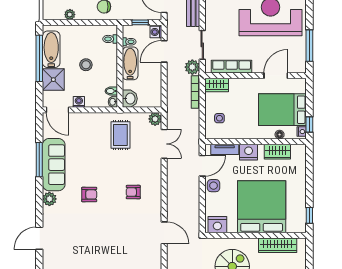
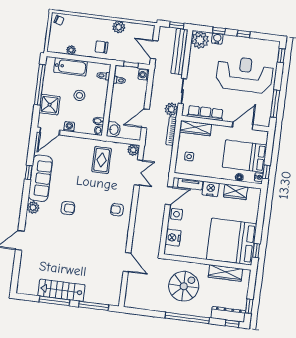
bathtub: (51, 49) -> (70, 67), moved, turned 90
door: (164, 51) -> (145, 118), moved
bathtub: (130, 63) -> (118, 99), removed
wardrobe: (217, 85) -> (195, 128), width x1.50
door: (57, 110) -> (50, 131), hinge flipped
window: (39, 160) -> (29, 172), width x0.46
armchair: (133, 192) -> (117, 210), moved
bed: (262, 207) -> (232, 242), moved, turned -90
nightstand: (217, 225) -> (173, 238), moved, turned 90
door: (164, 233) -> (127, 262), moved

